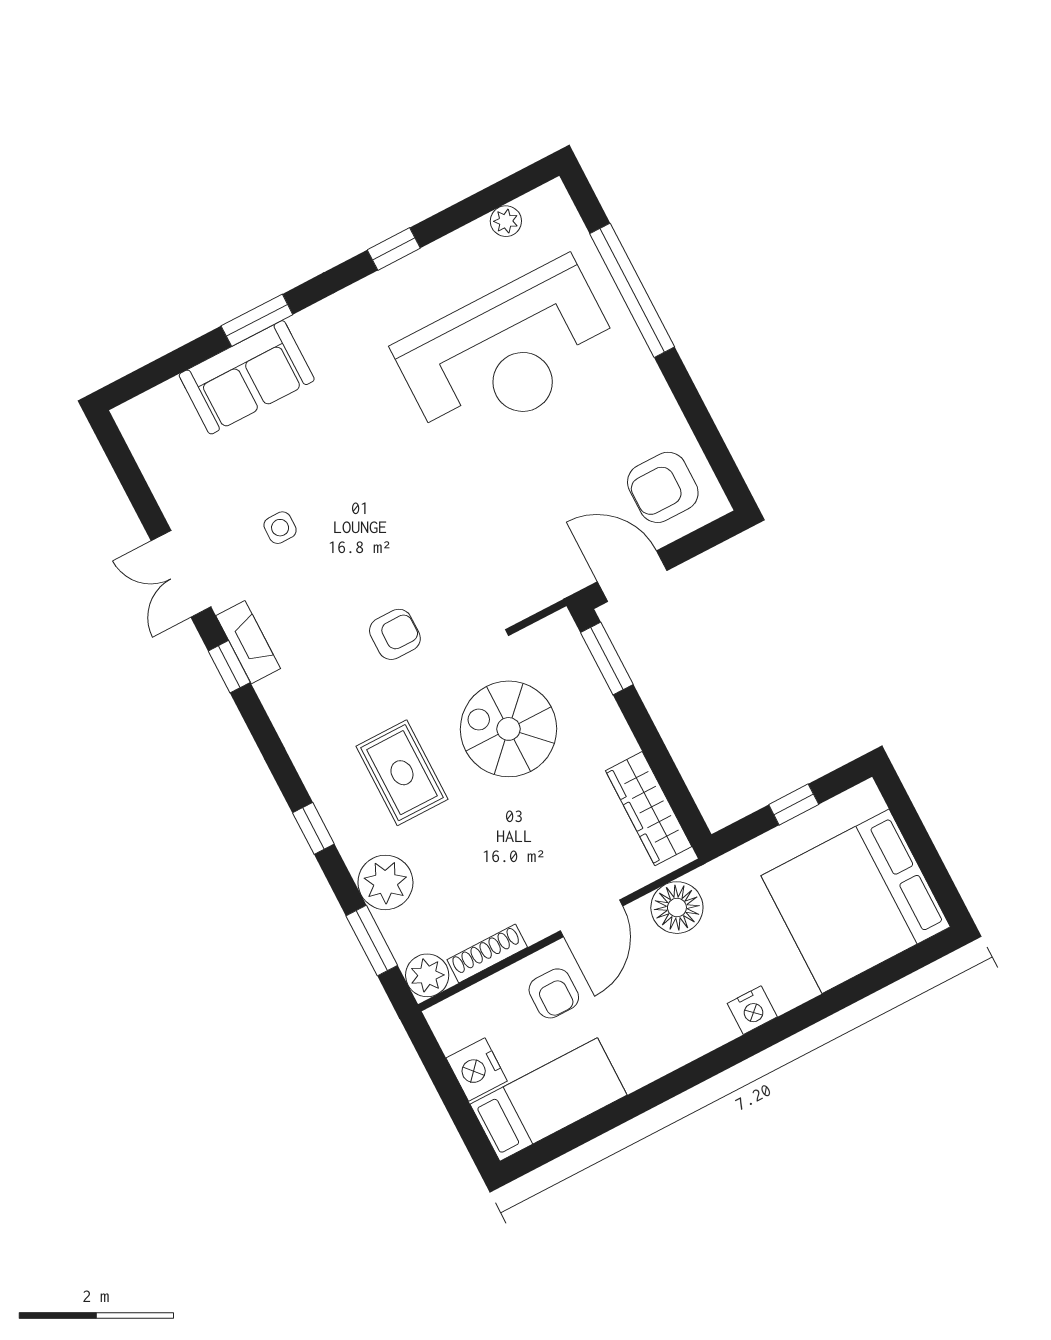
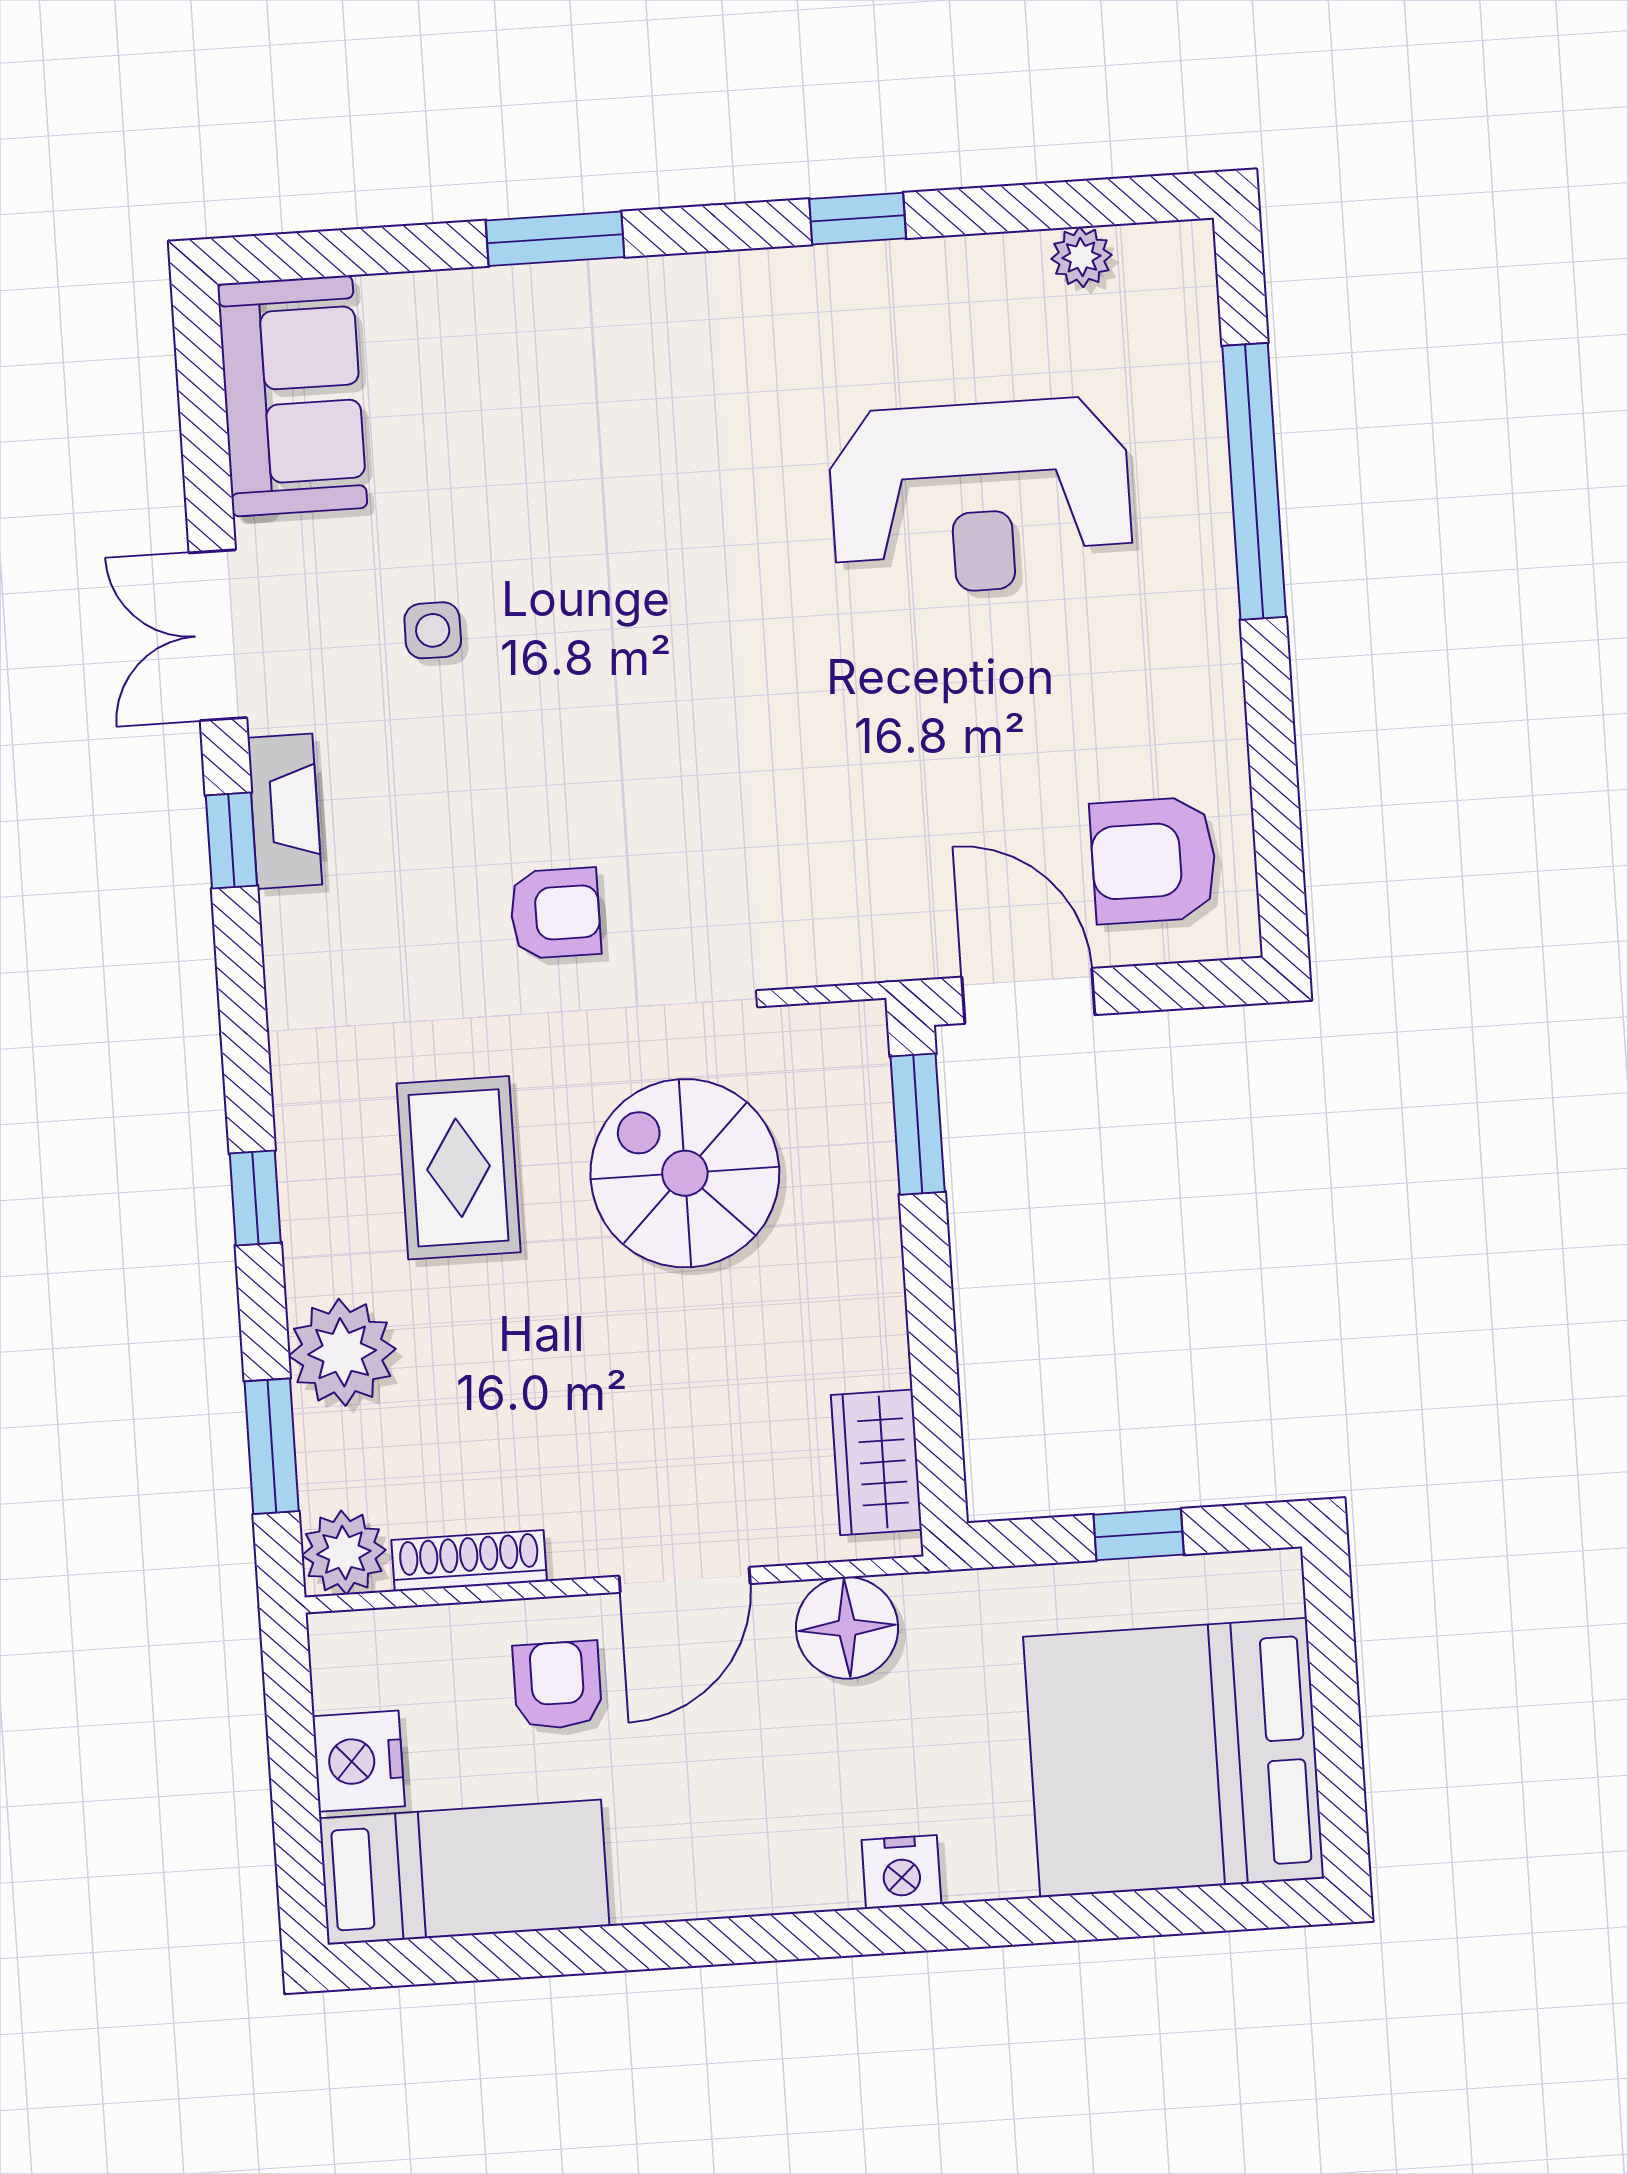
reception desk: (508, 354) -> (980, 497), width x0.74, depth x0.77
sofa: (247, 377) -> (292, 396), moved, turned -90
wardrobe: (649, 809) -> (876, 1462), width x0.67
armchair: (554, 993) -> (557, 1685), turned 180

